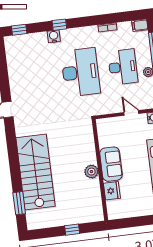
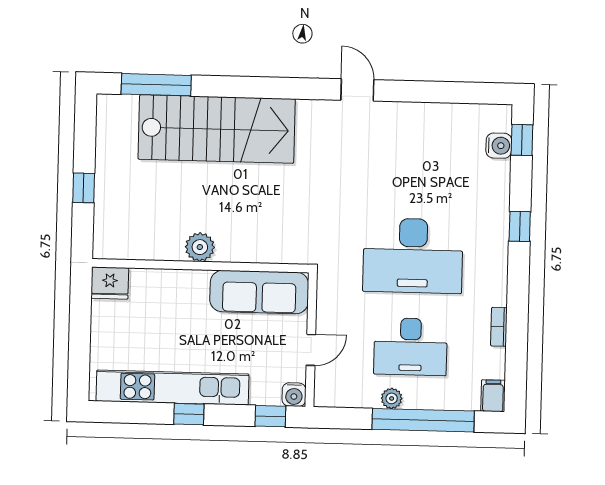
water cooler: (54, 36) -> (499, 146), moved
sofa: (111, 164) -> (259, 292), moved, width x1.36
fridge: (112, 191) -> (110, 283), moved
window: (19, 203) -> (156, 85), width x1.44

